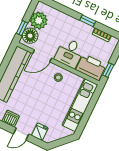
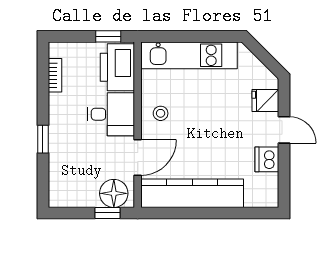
plant: (39, 21) -> (82, 191), removed
window: (88, 21) -> (43, 139), moved
door: (42, 56) -> (138, 158), hinge flipped

